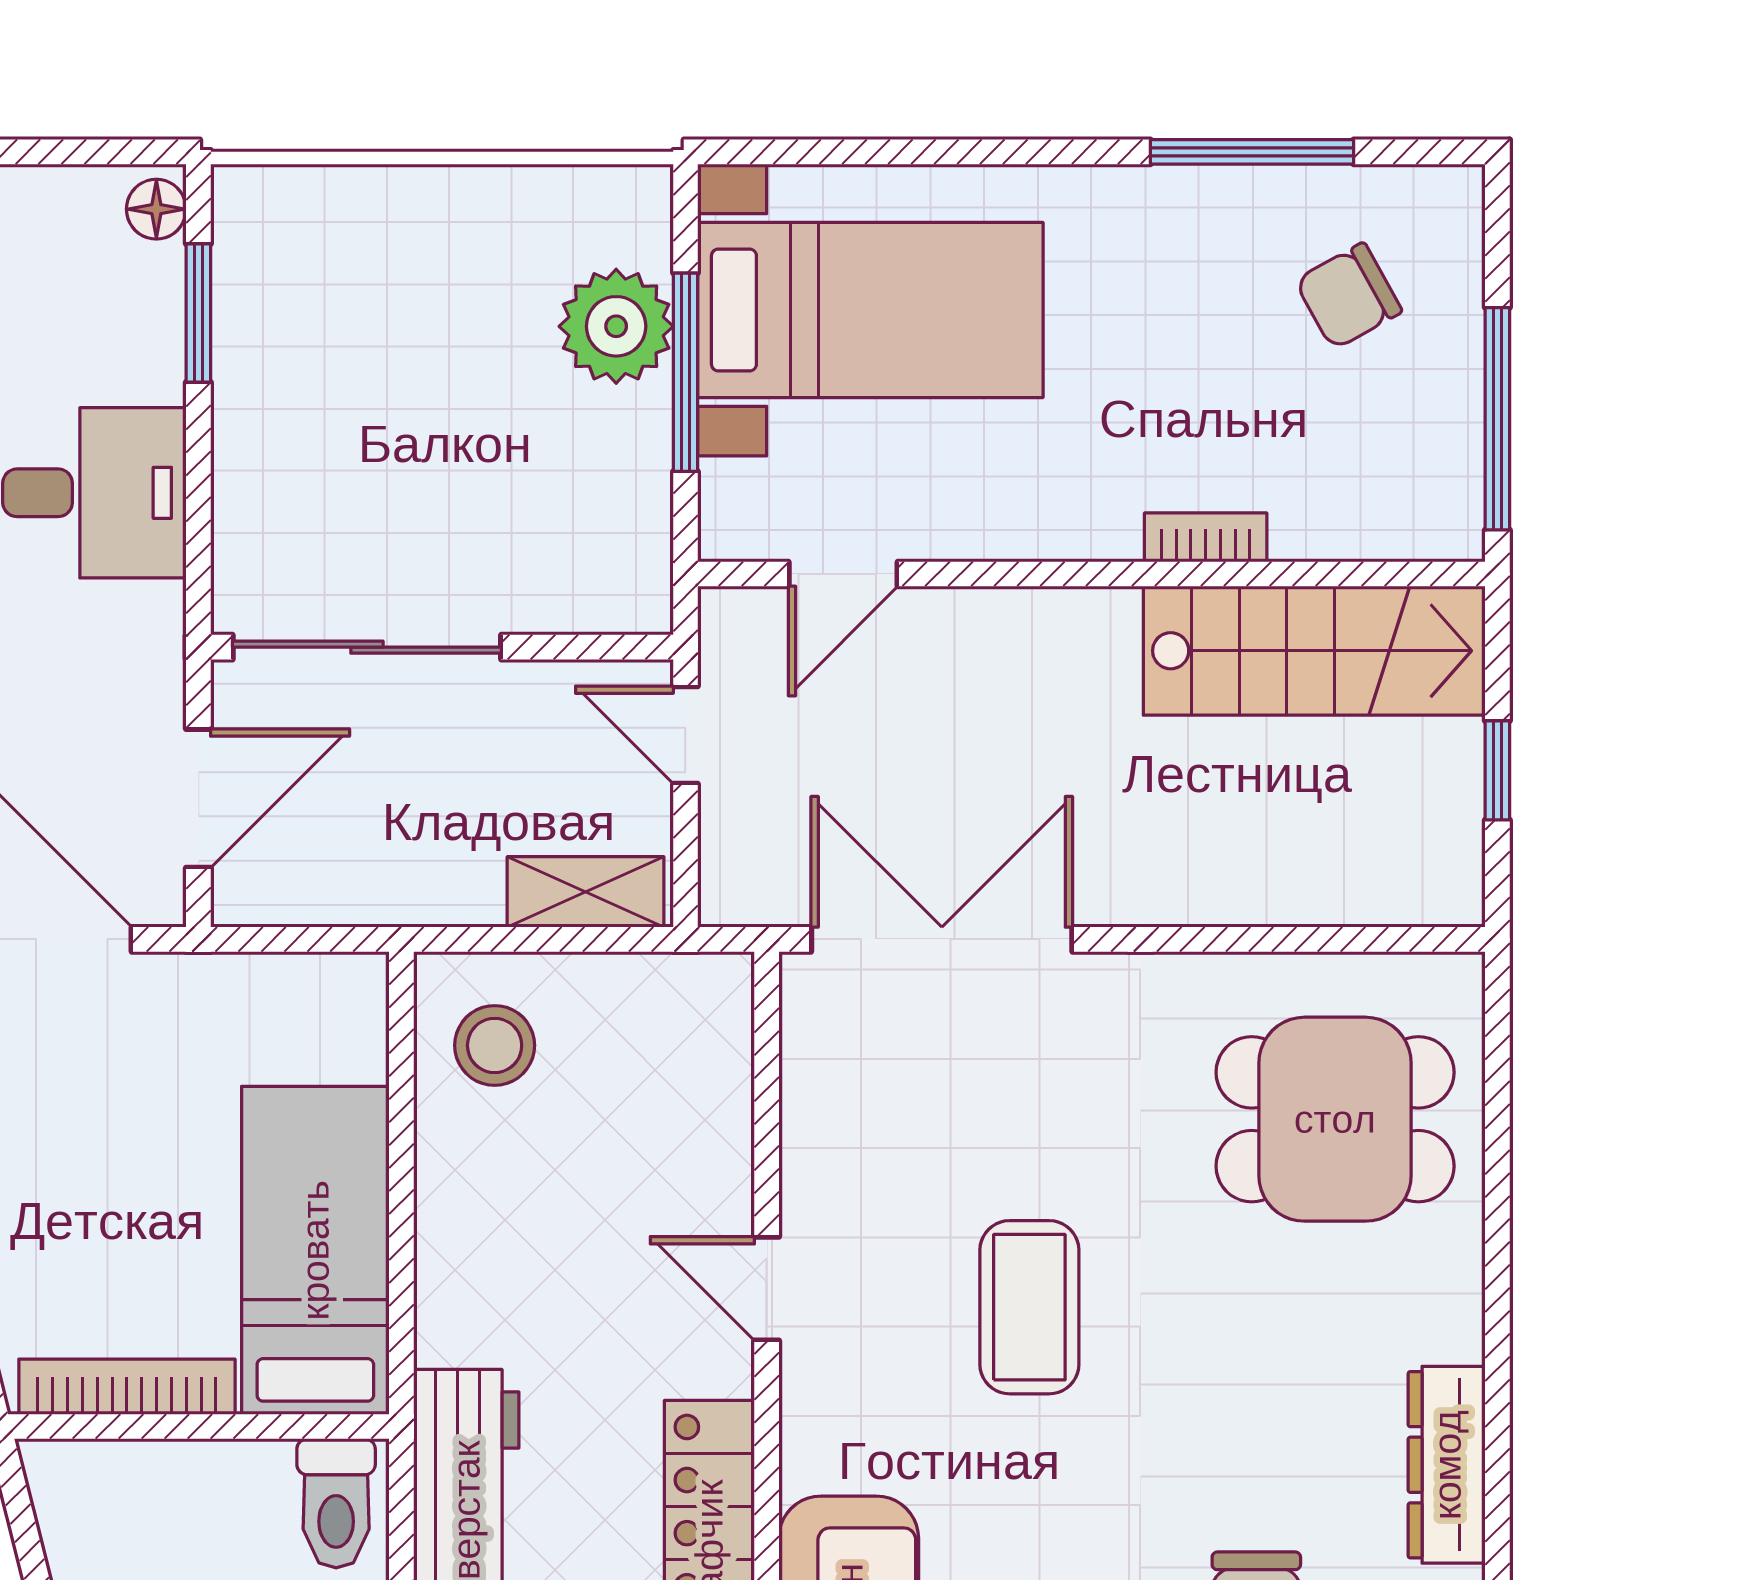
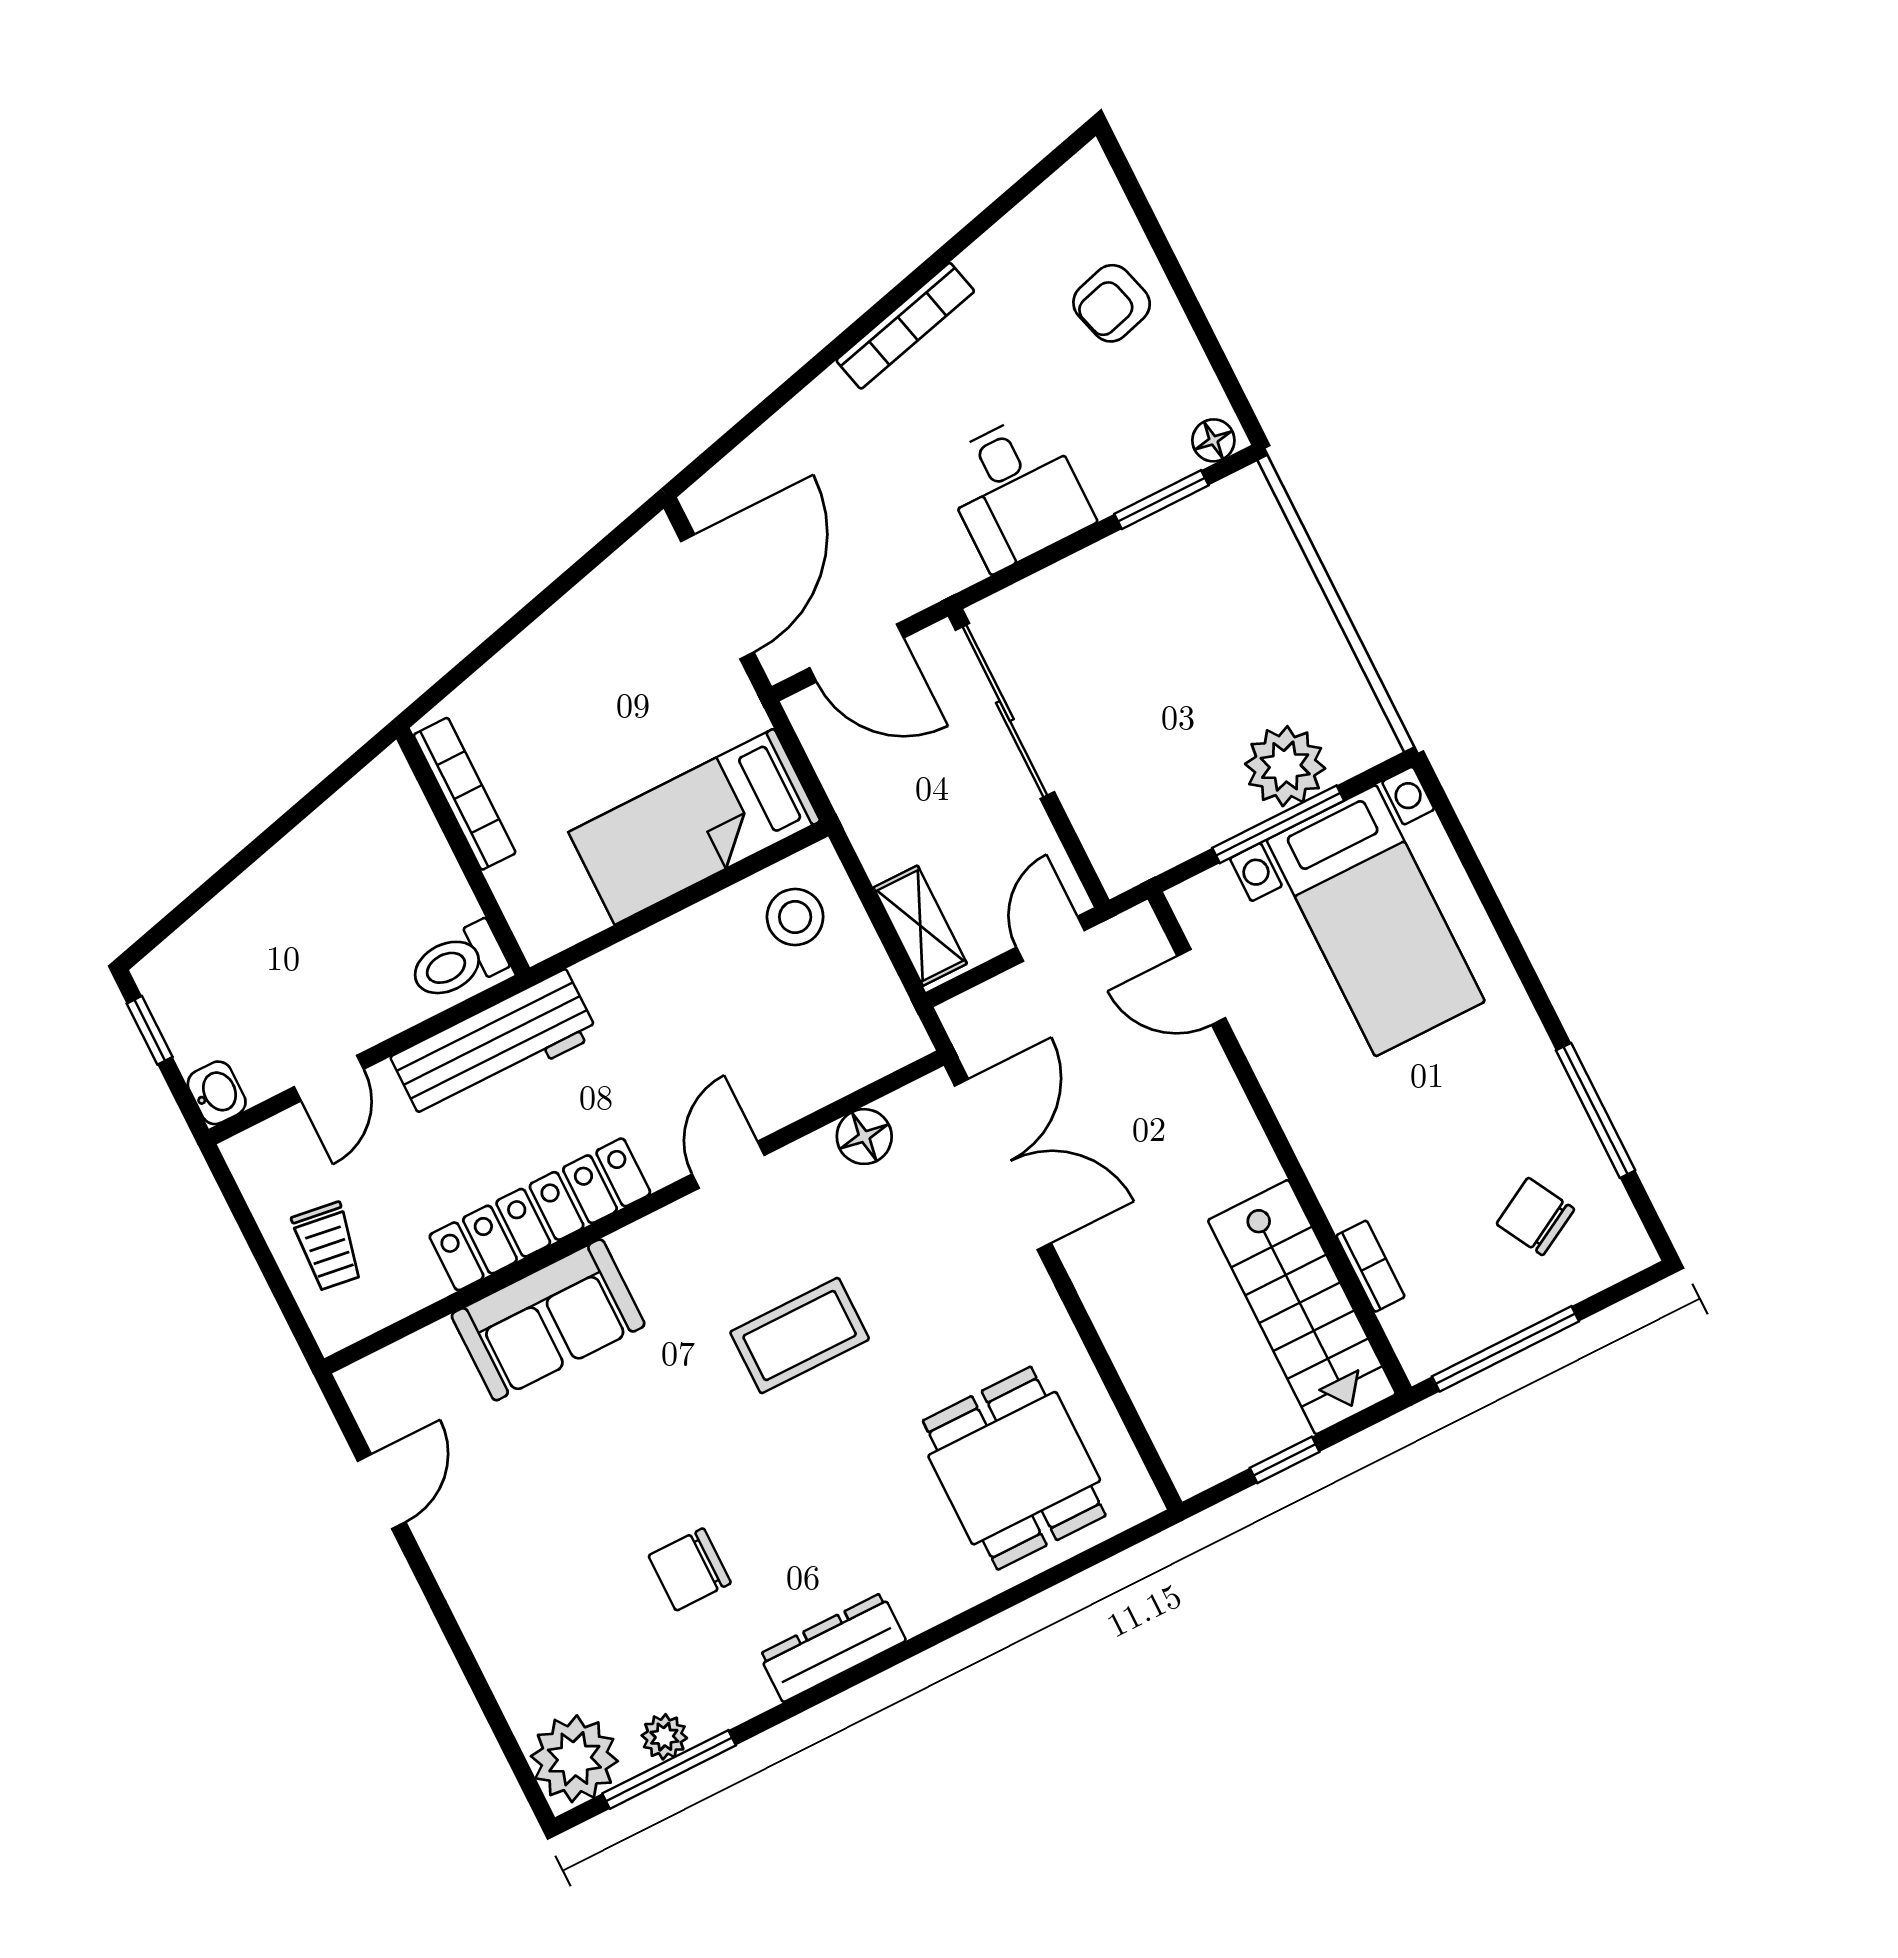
bookcase: (1206, 537) -> (1370, 1266), moved
floor lamp: (818, 1098) -> (864, 1137), added
bed: (315, 1250) -> (694, 827), moved, turned 180

